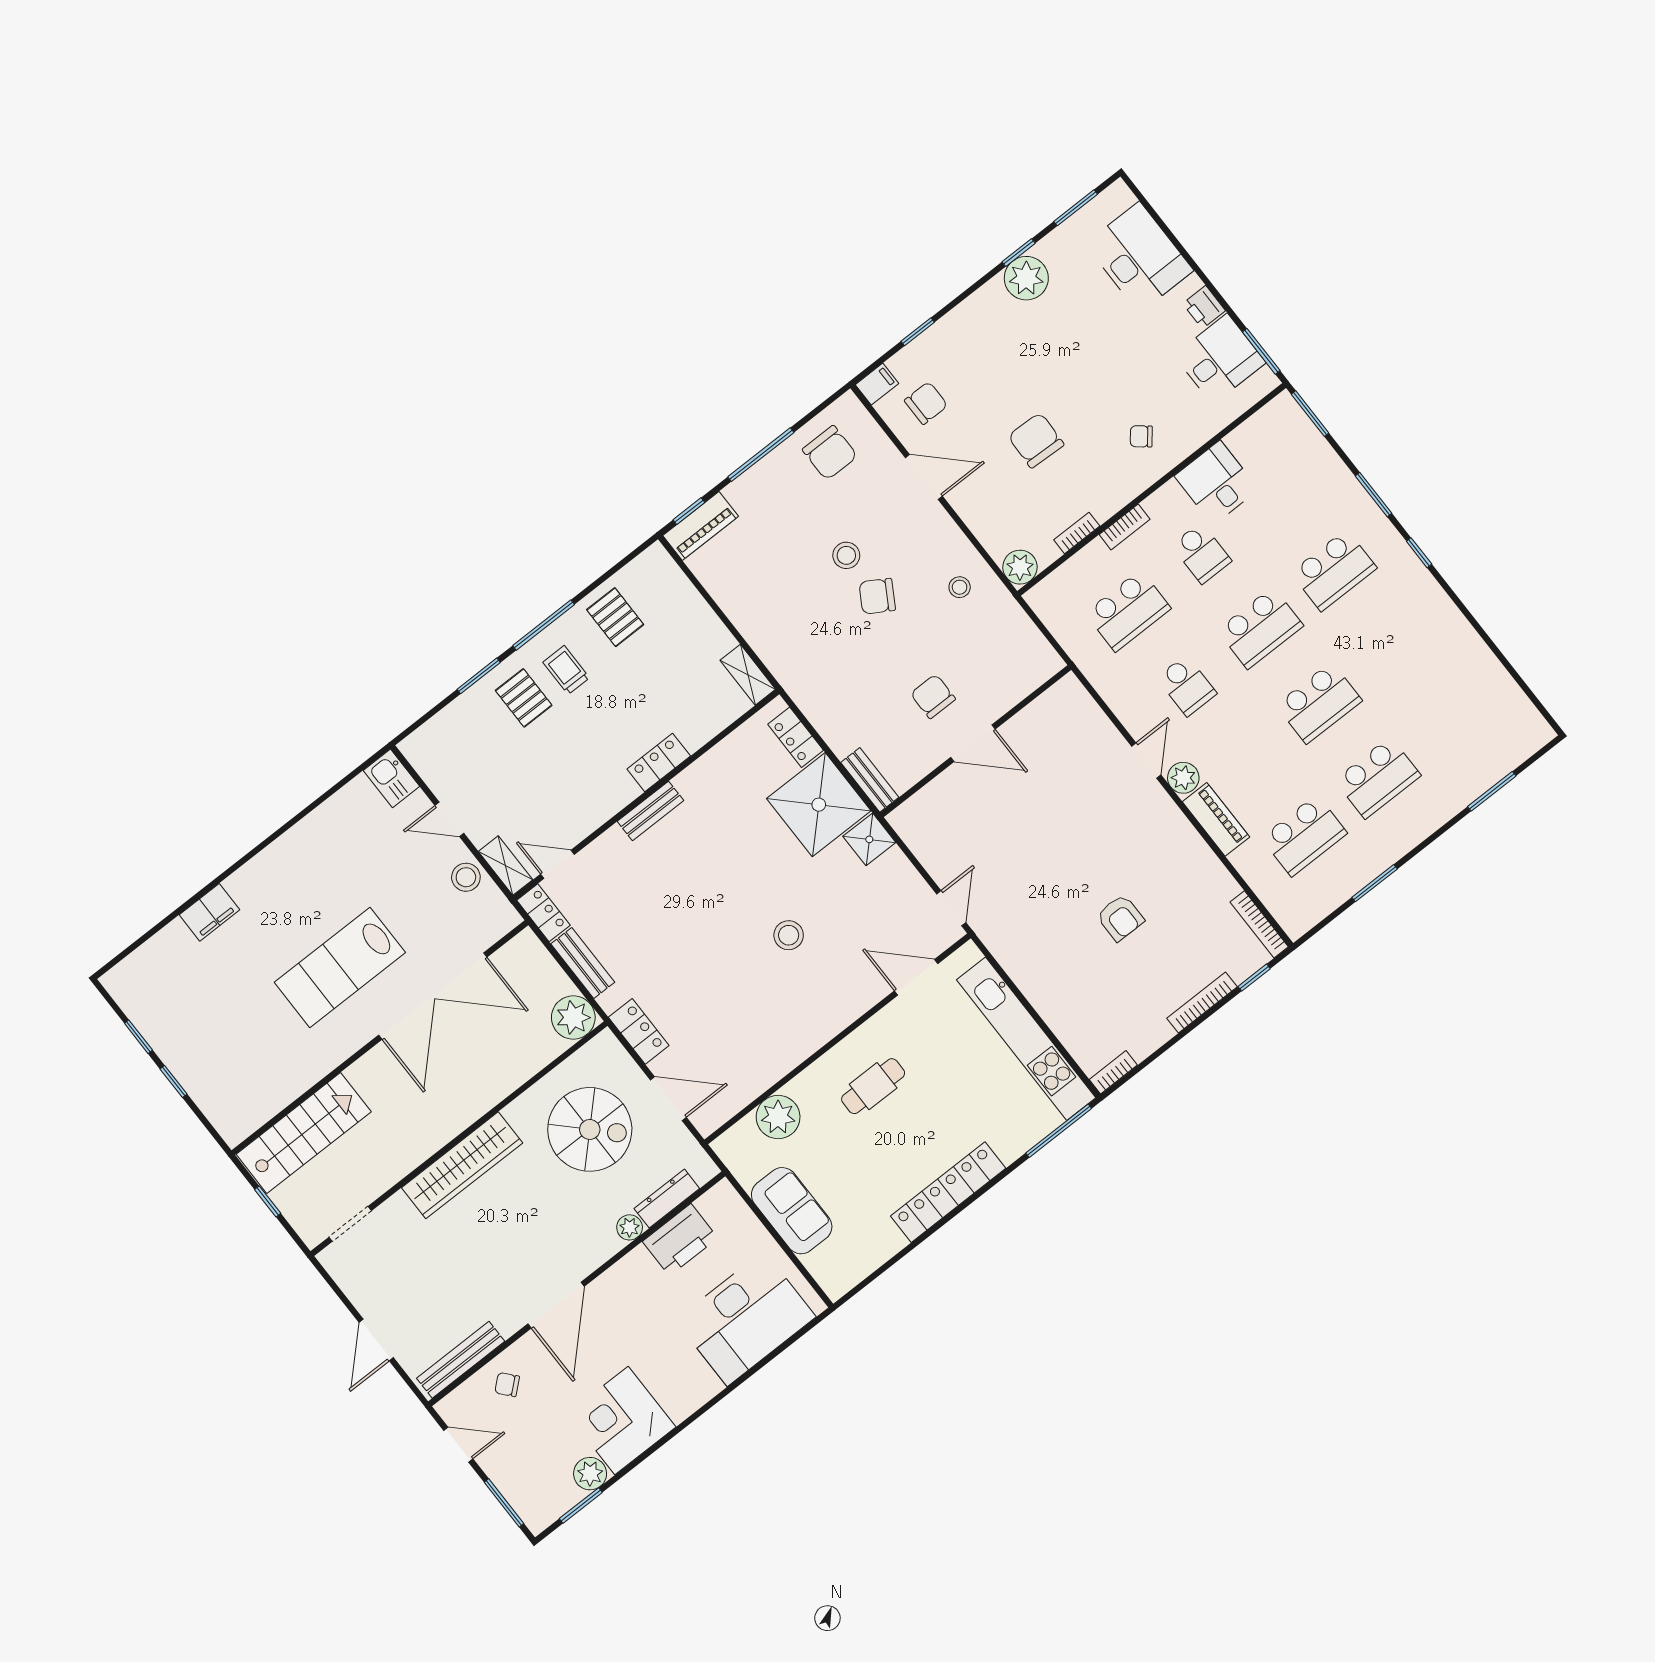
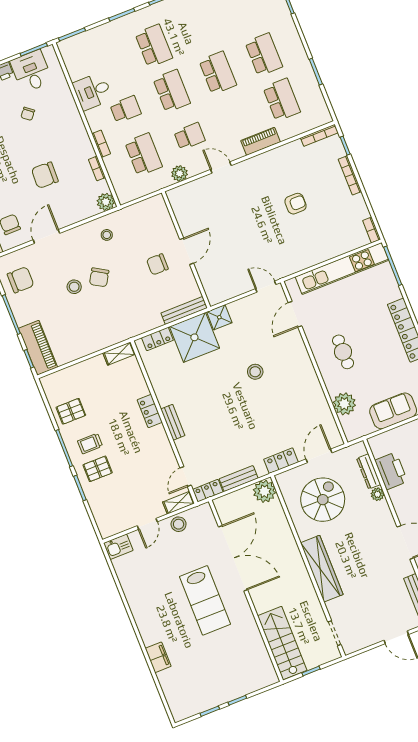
chair: (1141, 436) -> (28, 114), moved
piano: (701, 526) -> (38, 348), width x1.37, depth x1.33
plant: (1183, 778) -> (180, 173), moved
bench: (870, 780) -> (184, 310), width x1.36

